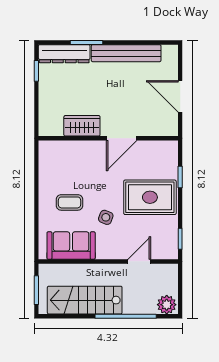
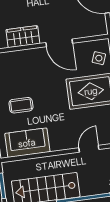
door: (122, 138) -> (59, 43), hinge flipped
side table: (106, 217) -> (99, 58), moved

